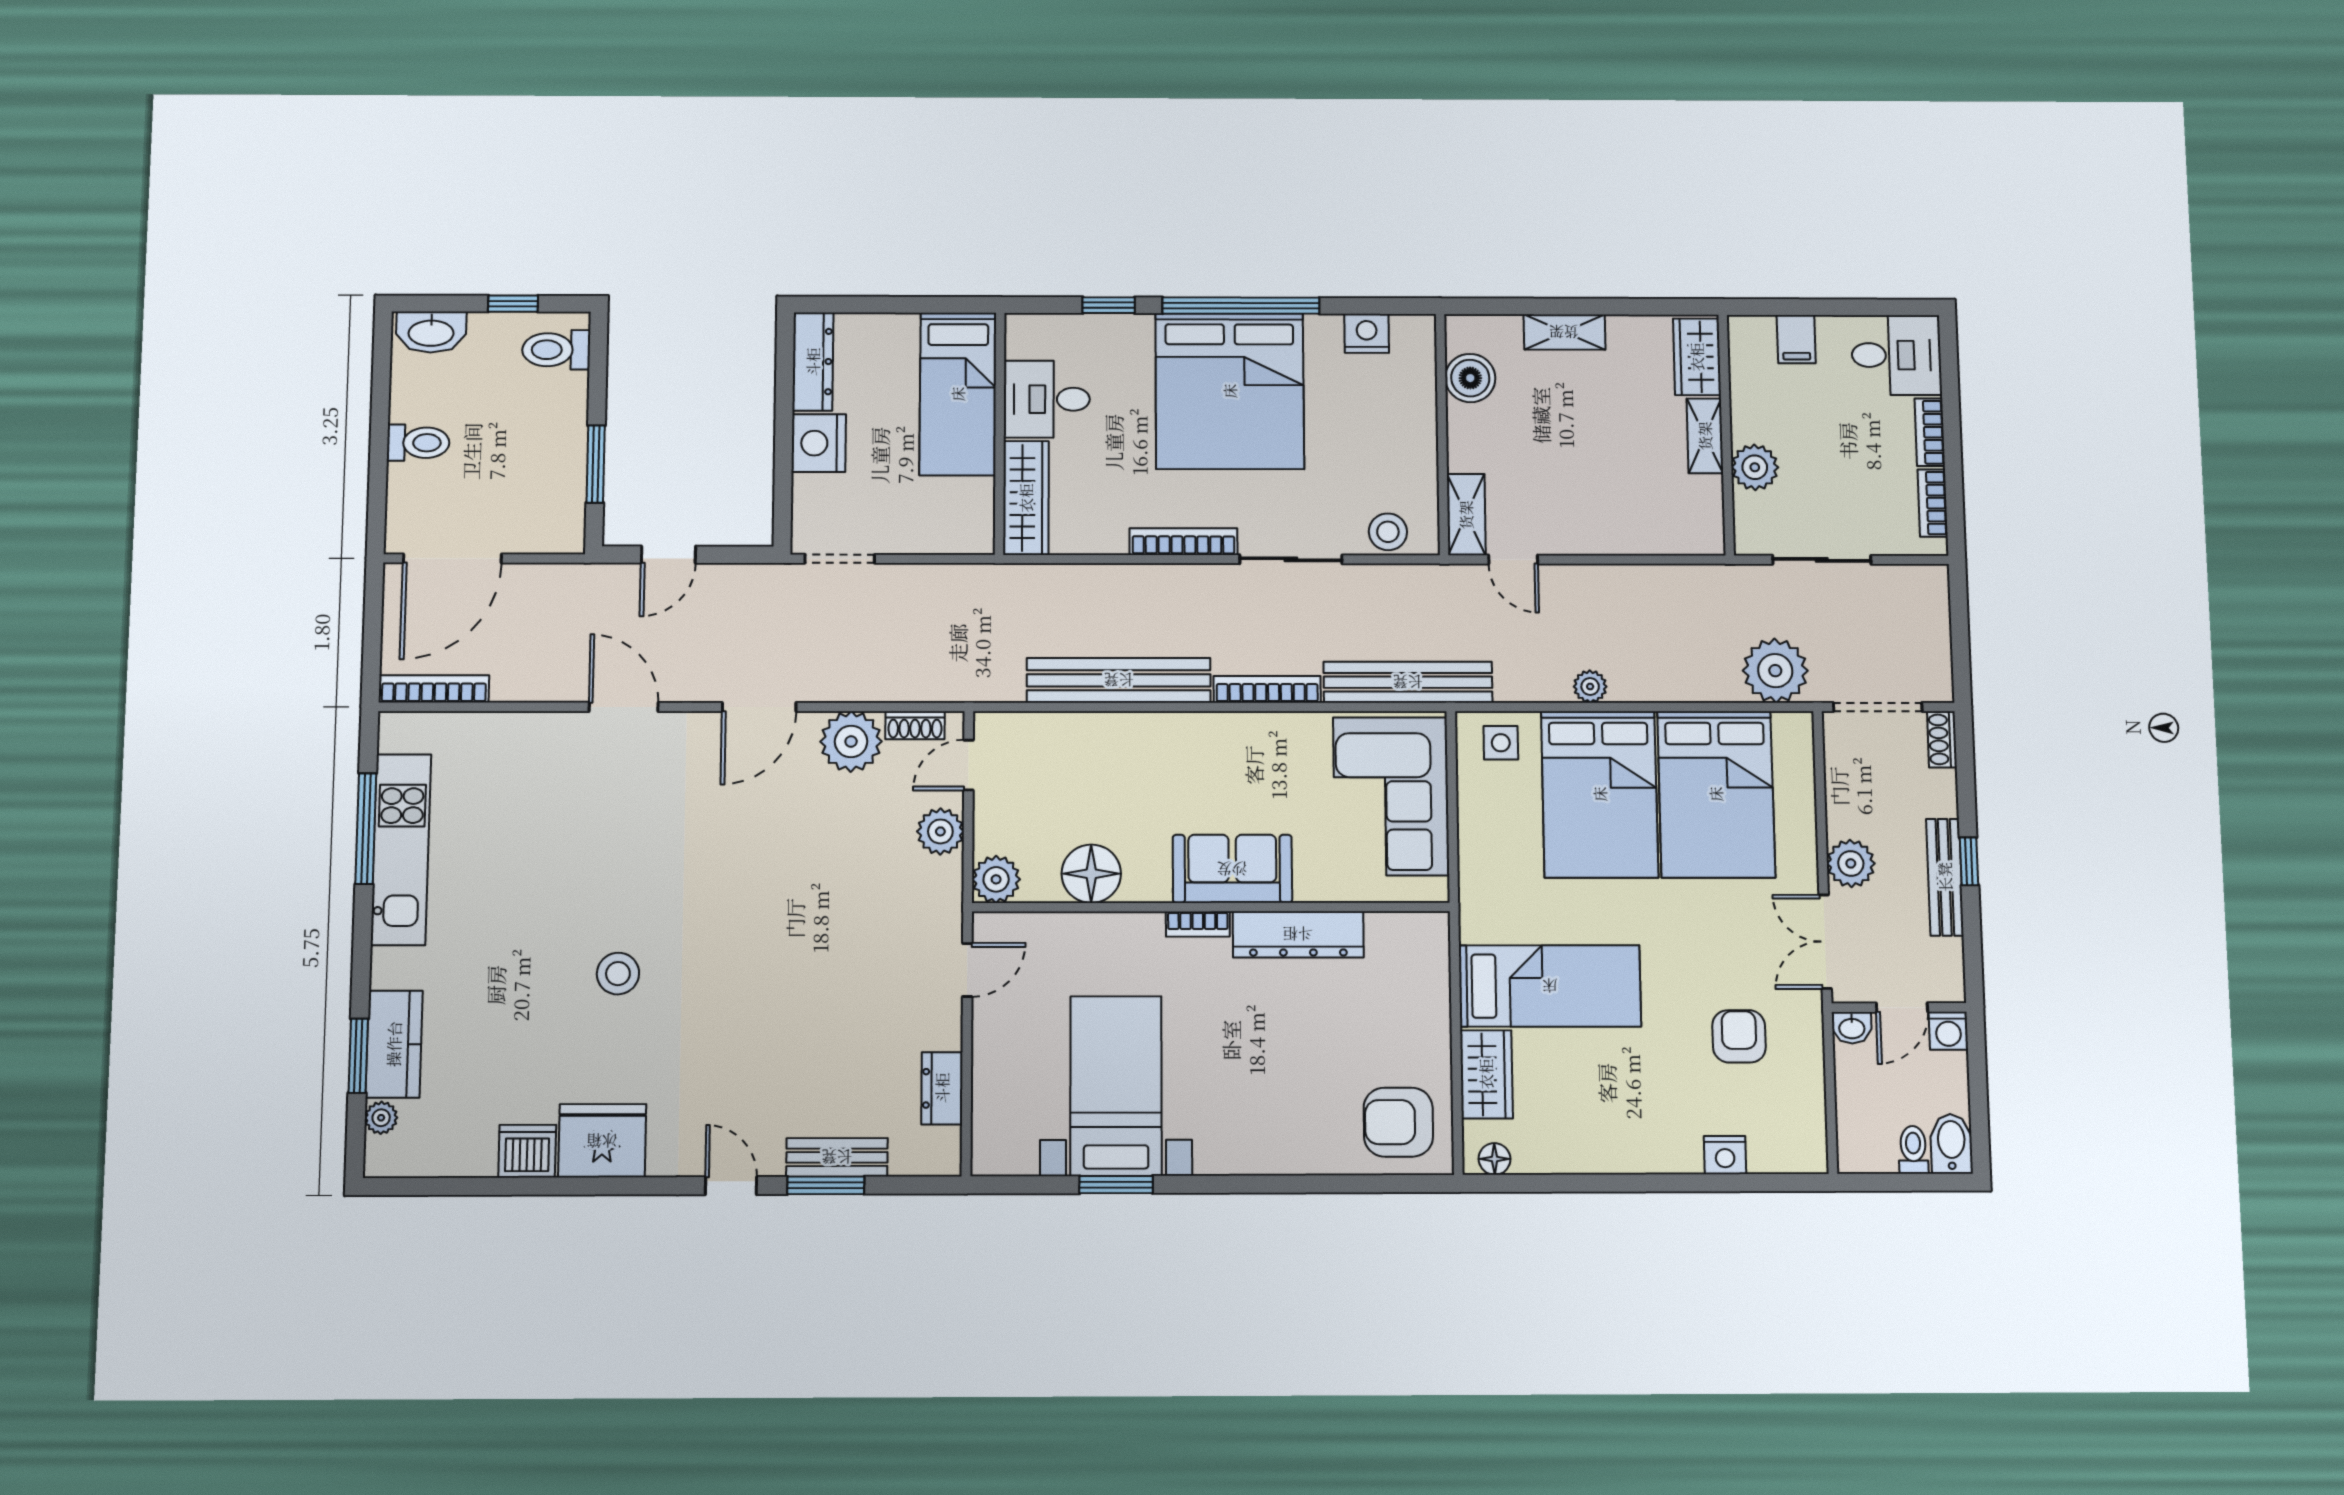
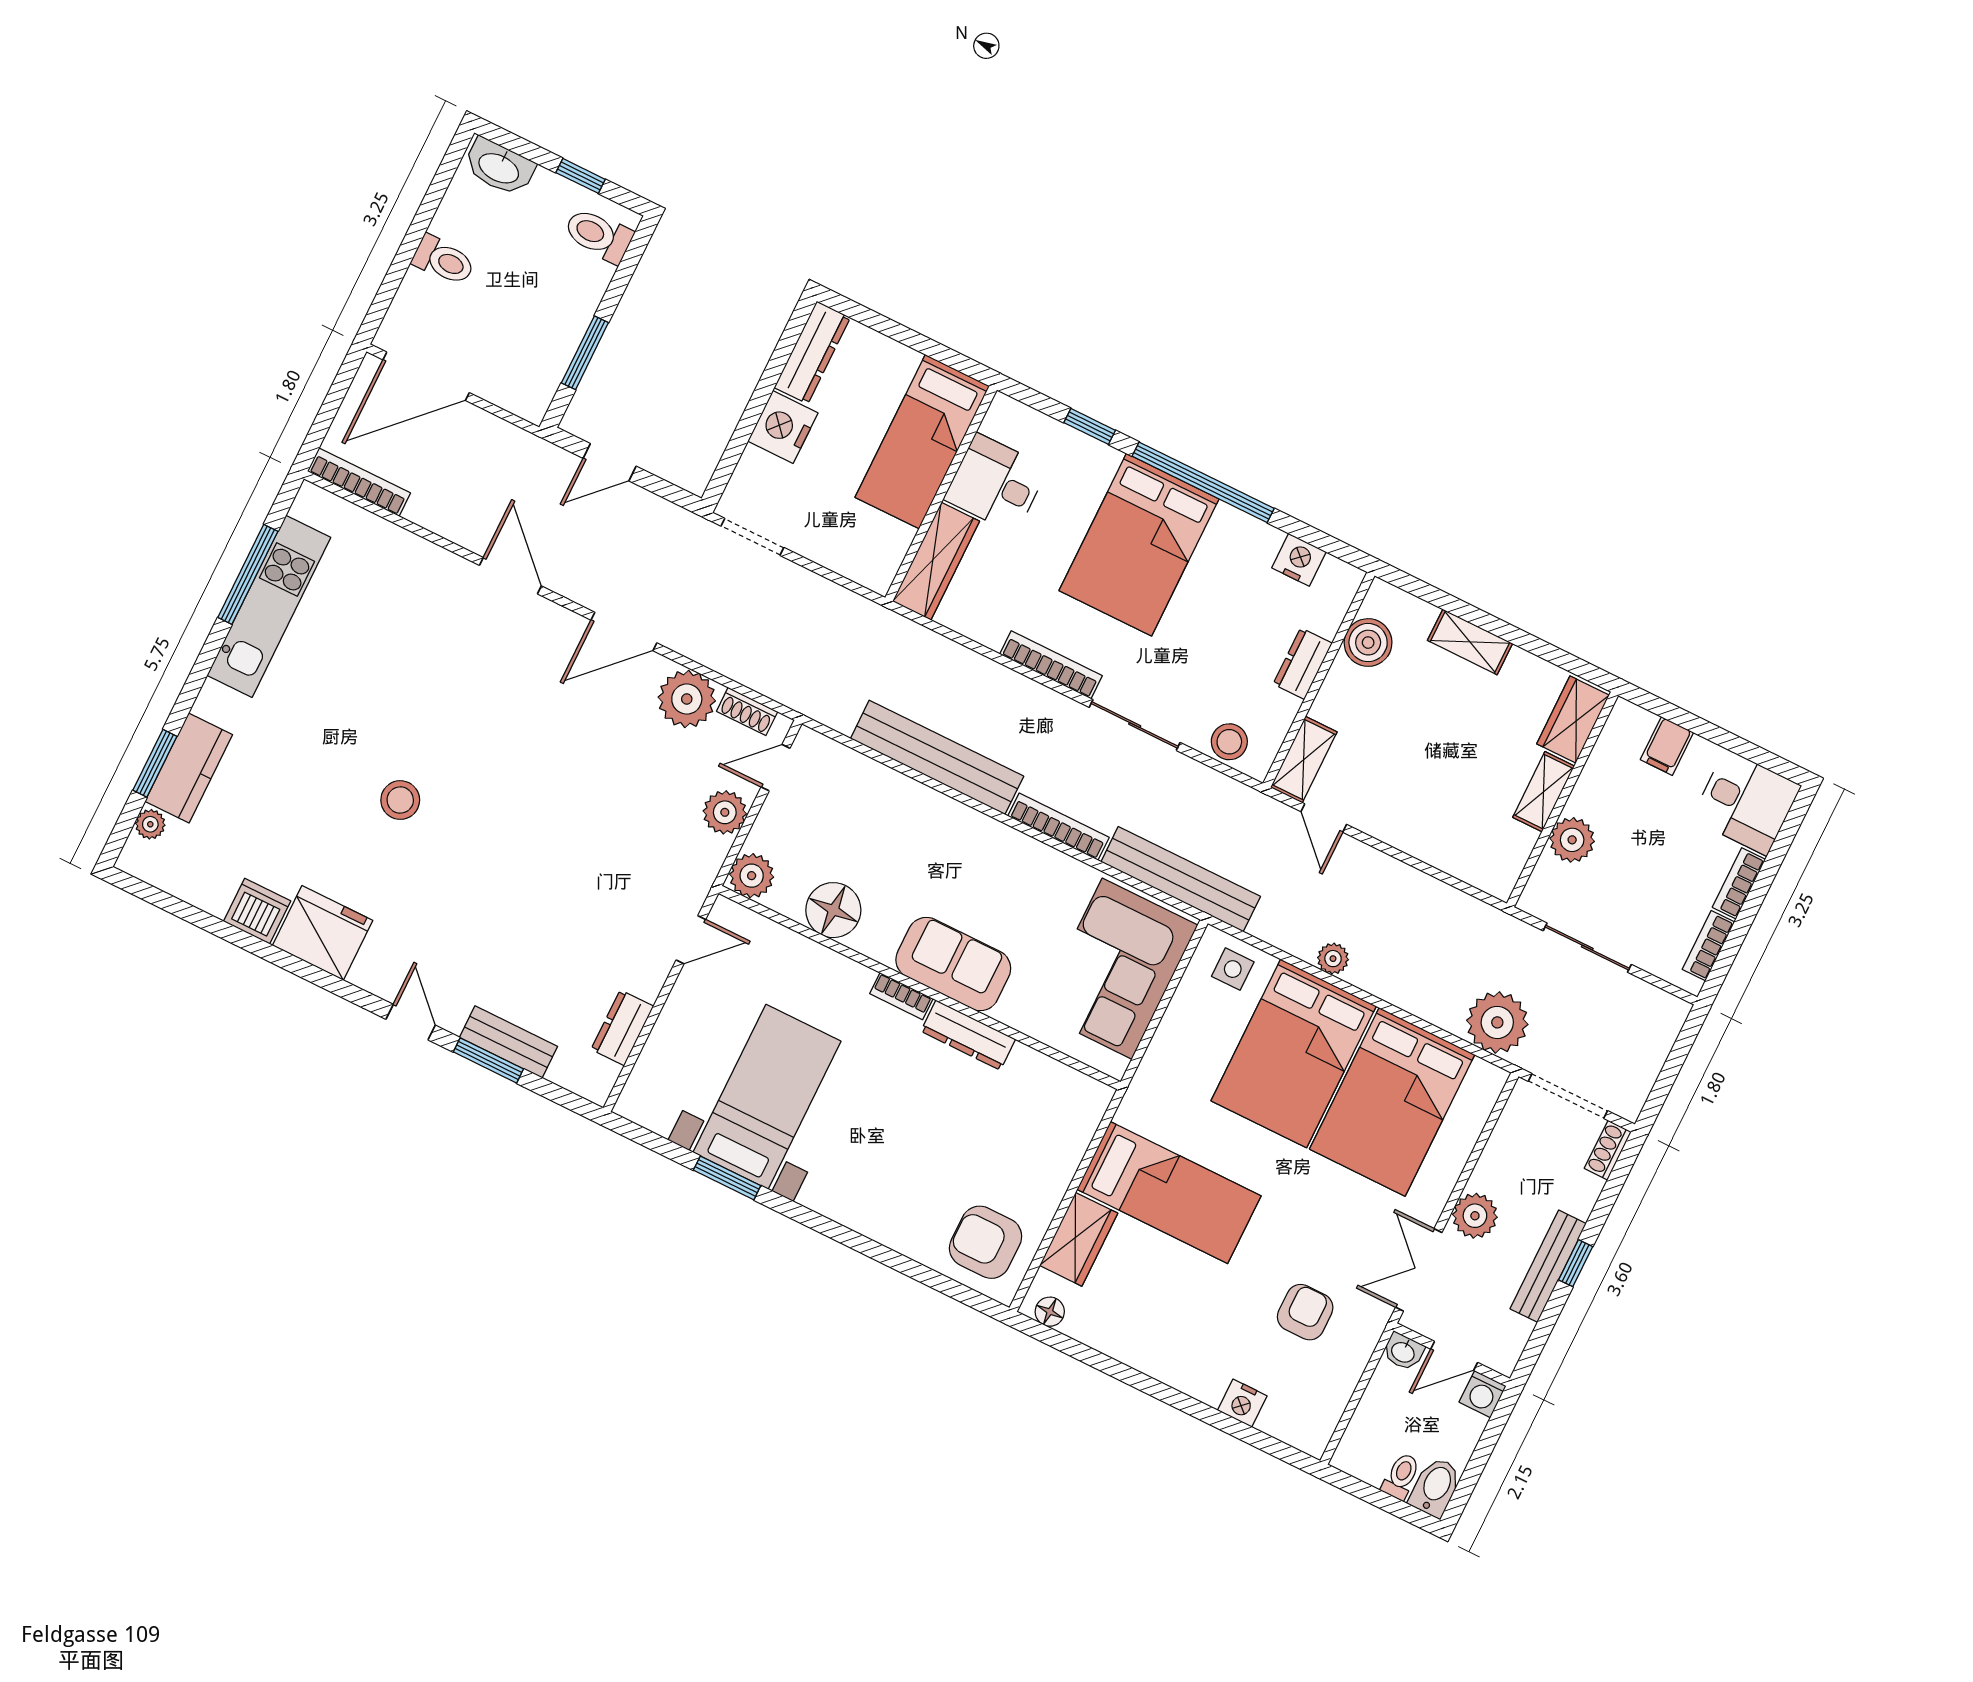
bed: (1230, 391) -> (1139, 545), width x0.73
dresser: (1419, 427) -> (1303, 664), added
dresser: (1298, 934) -> (968, 1035), width x0.73, depth x0.80

